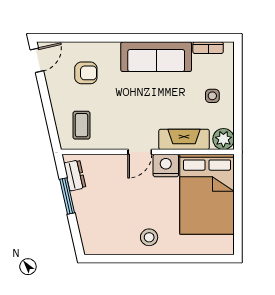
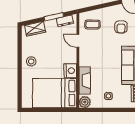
door: (140, 152) -> (78, 41), moved
wardrobe: (89, 230) -> (35, 29), added

